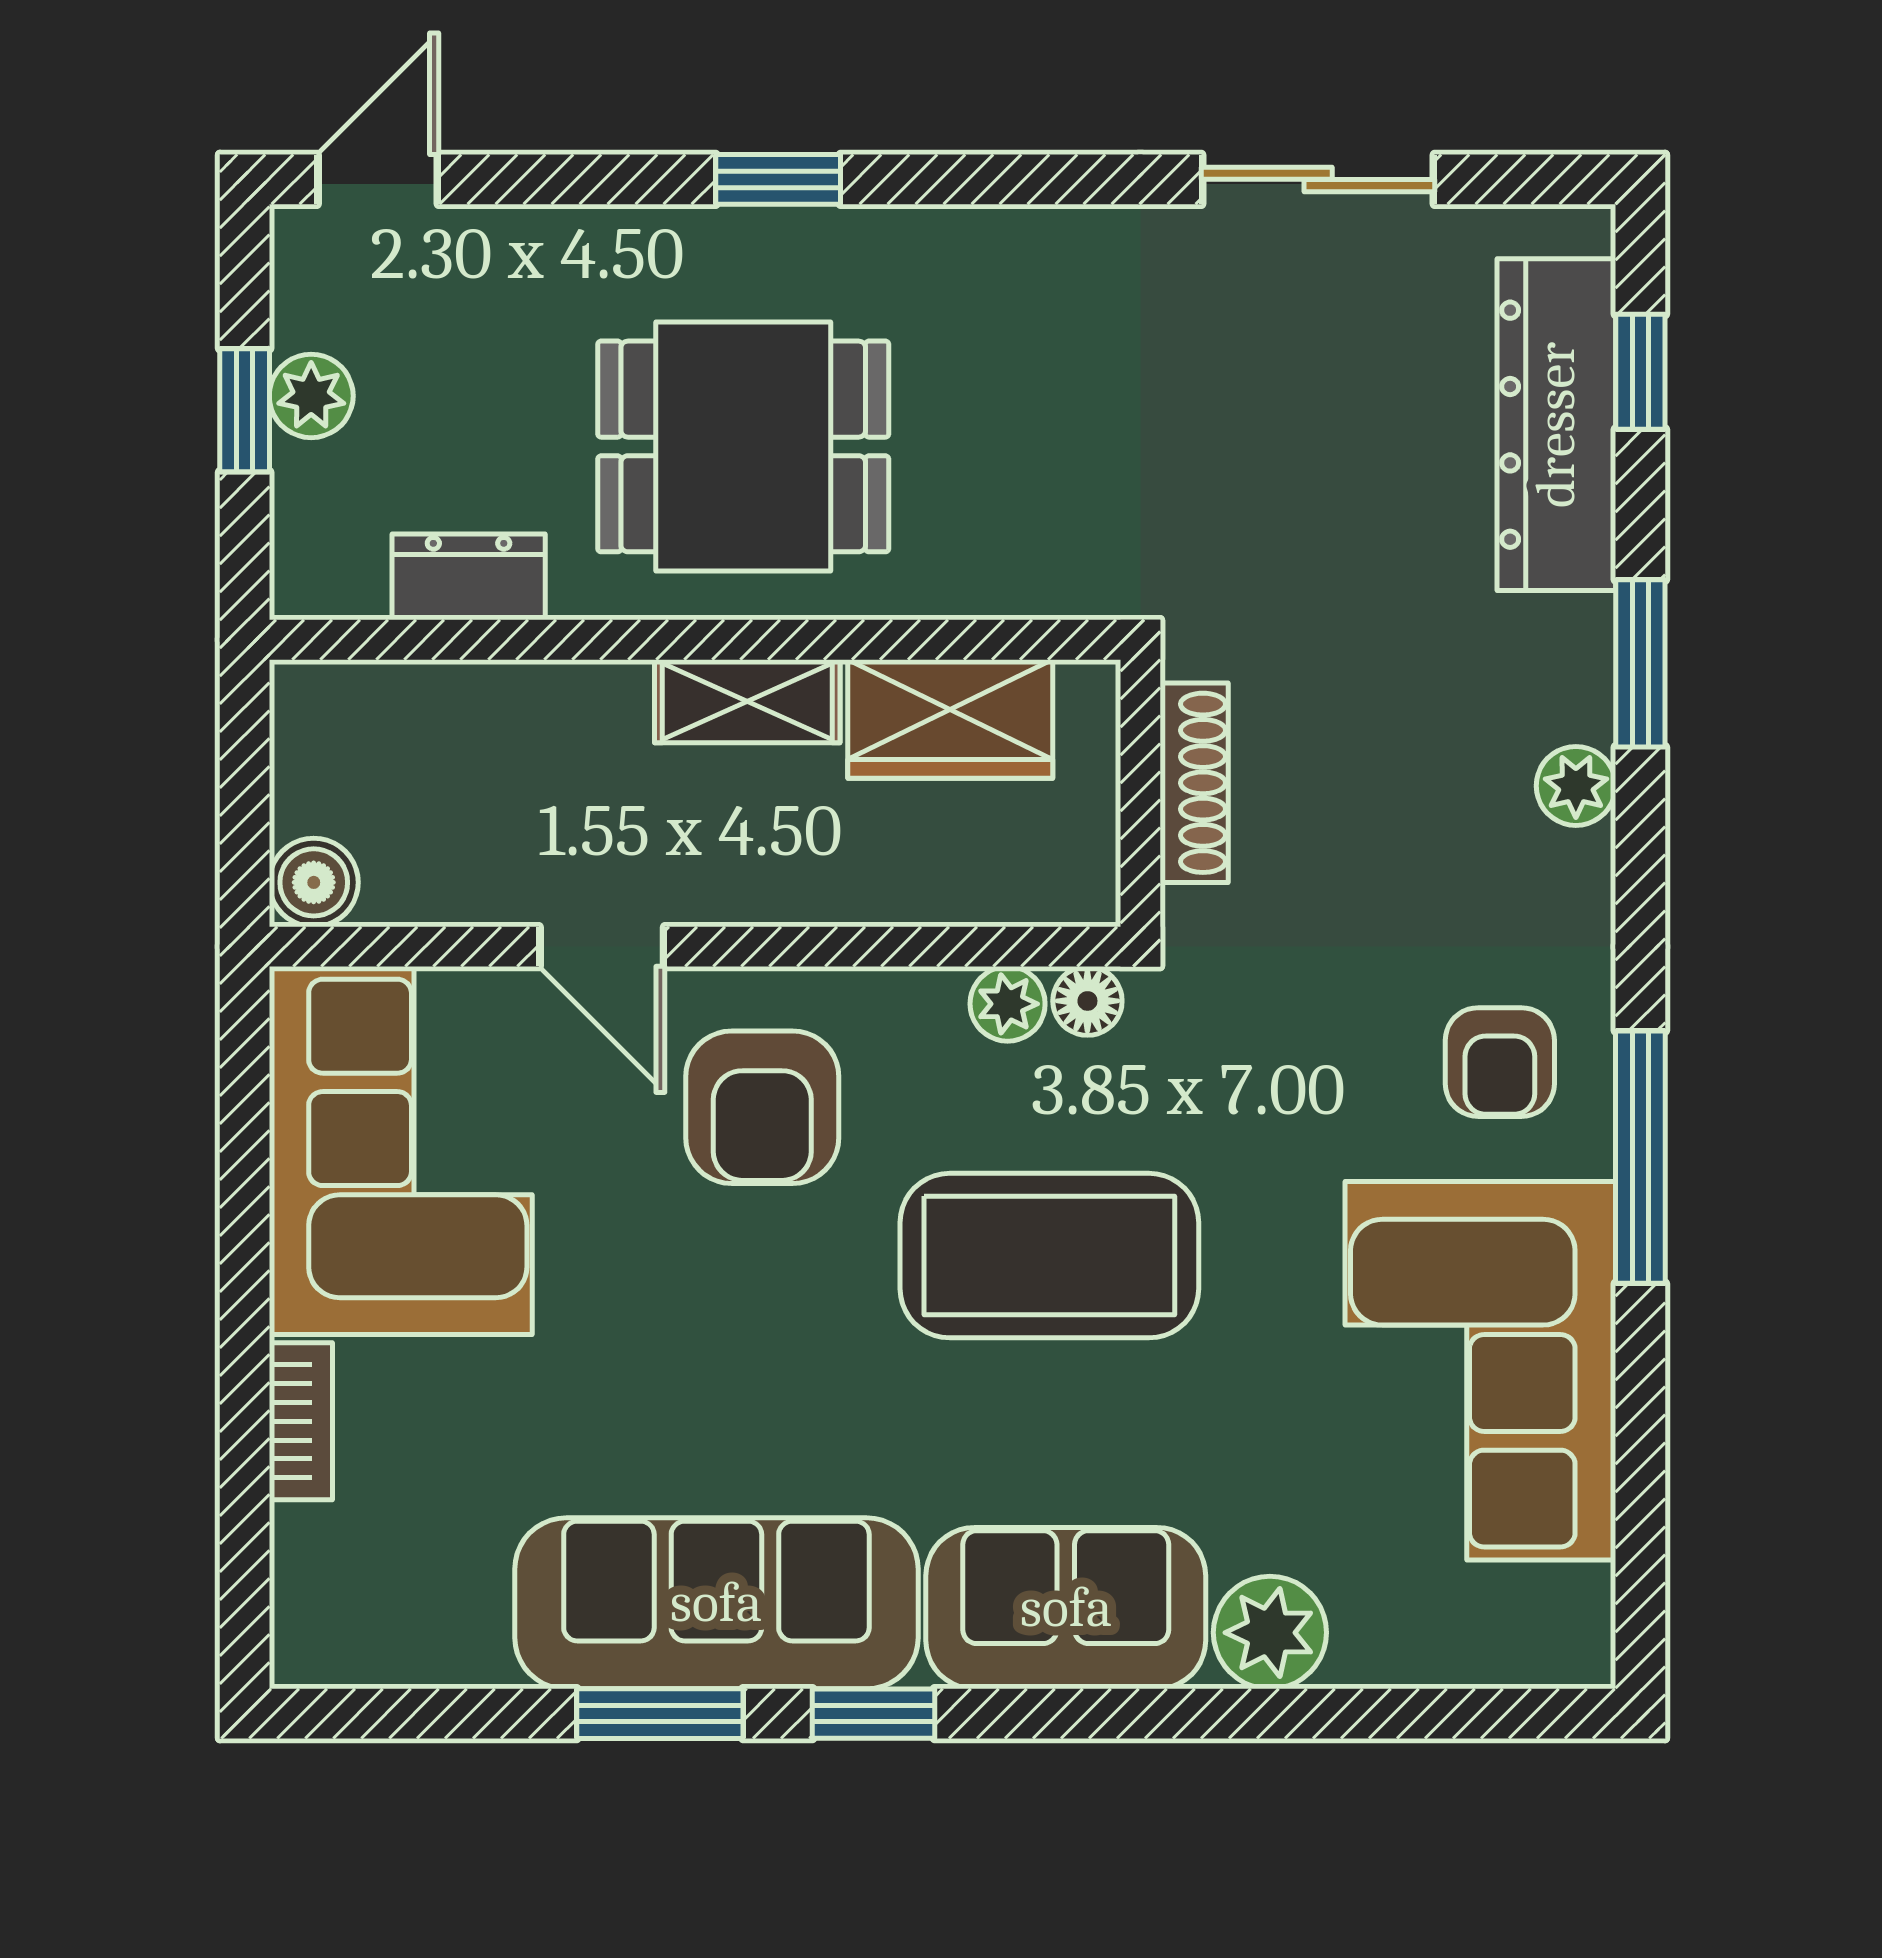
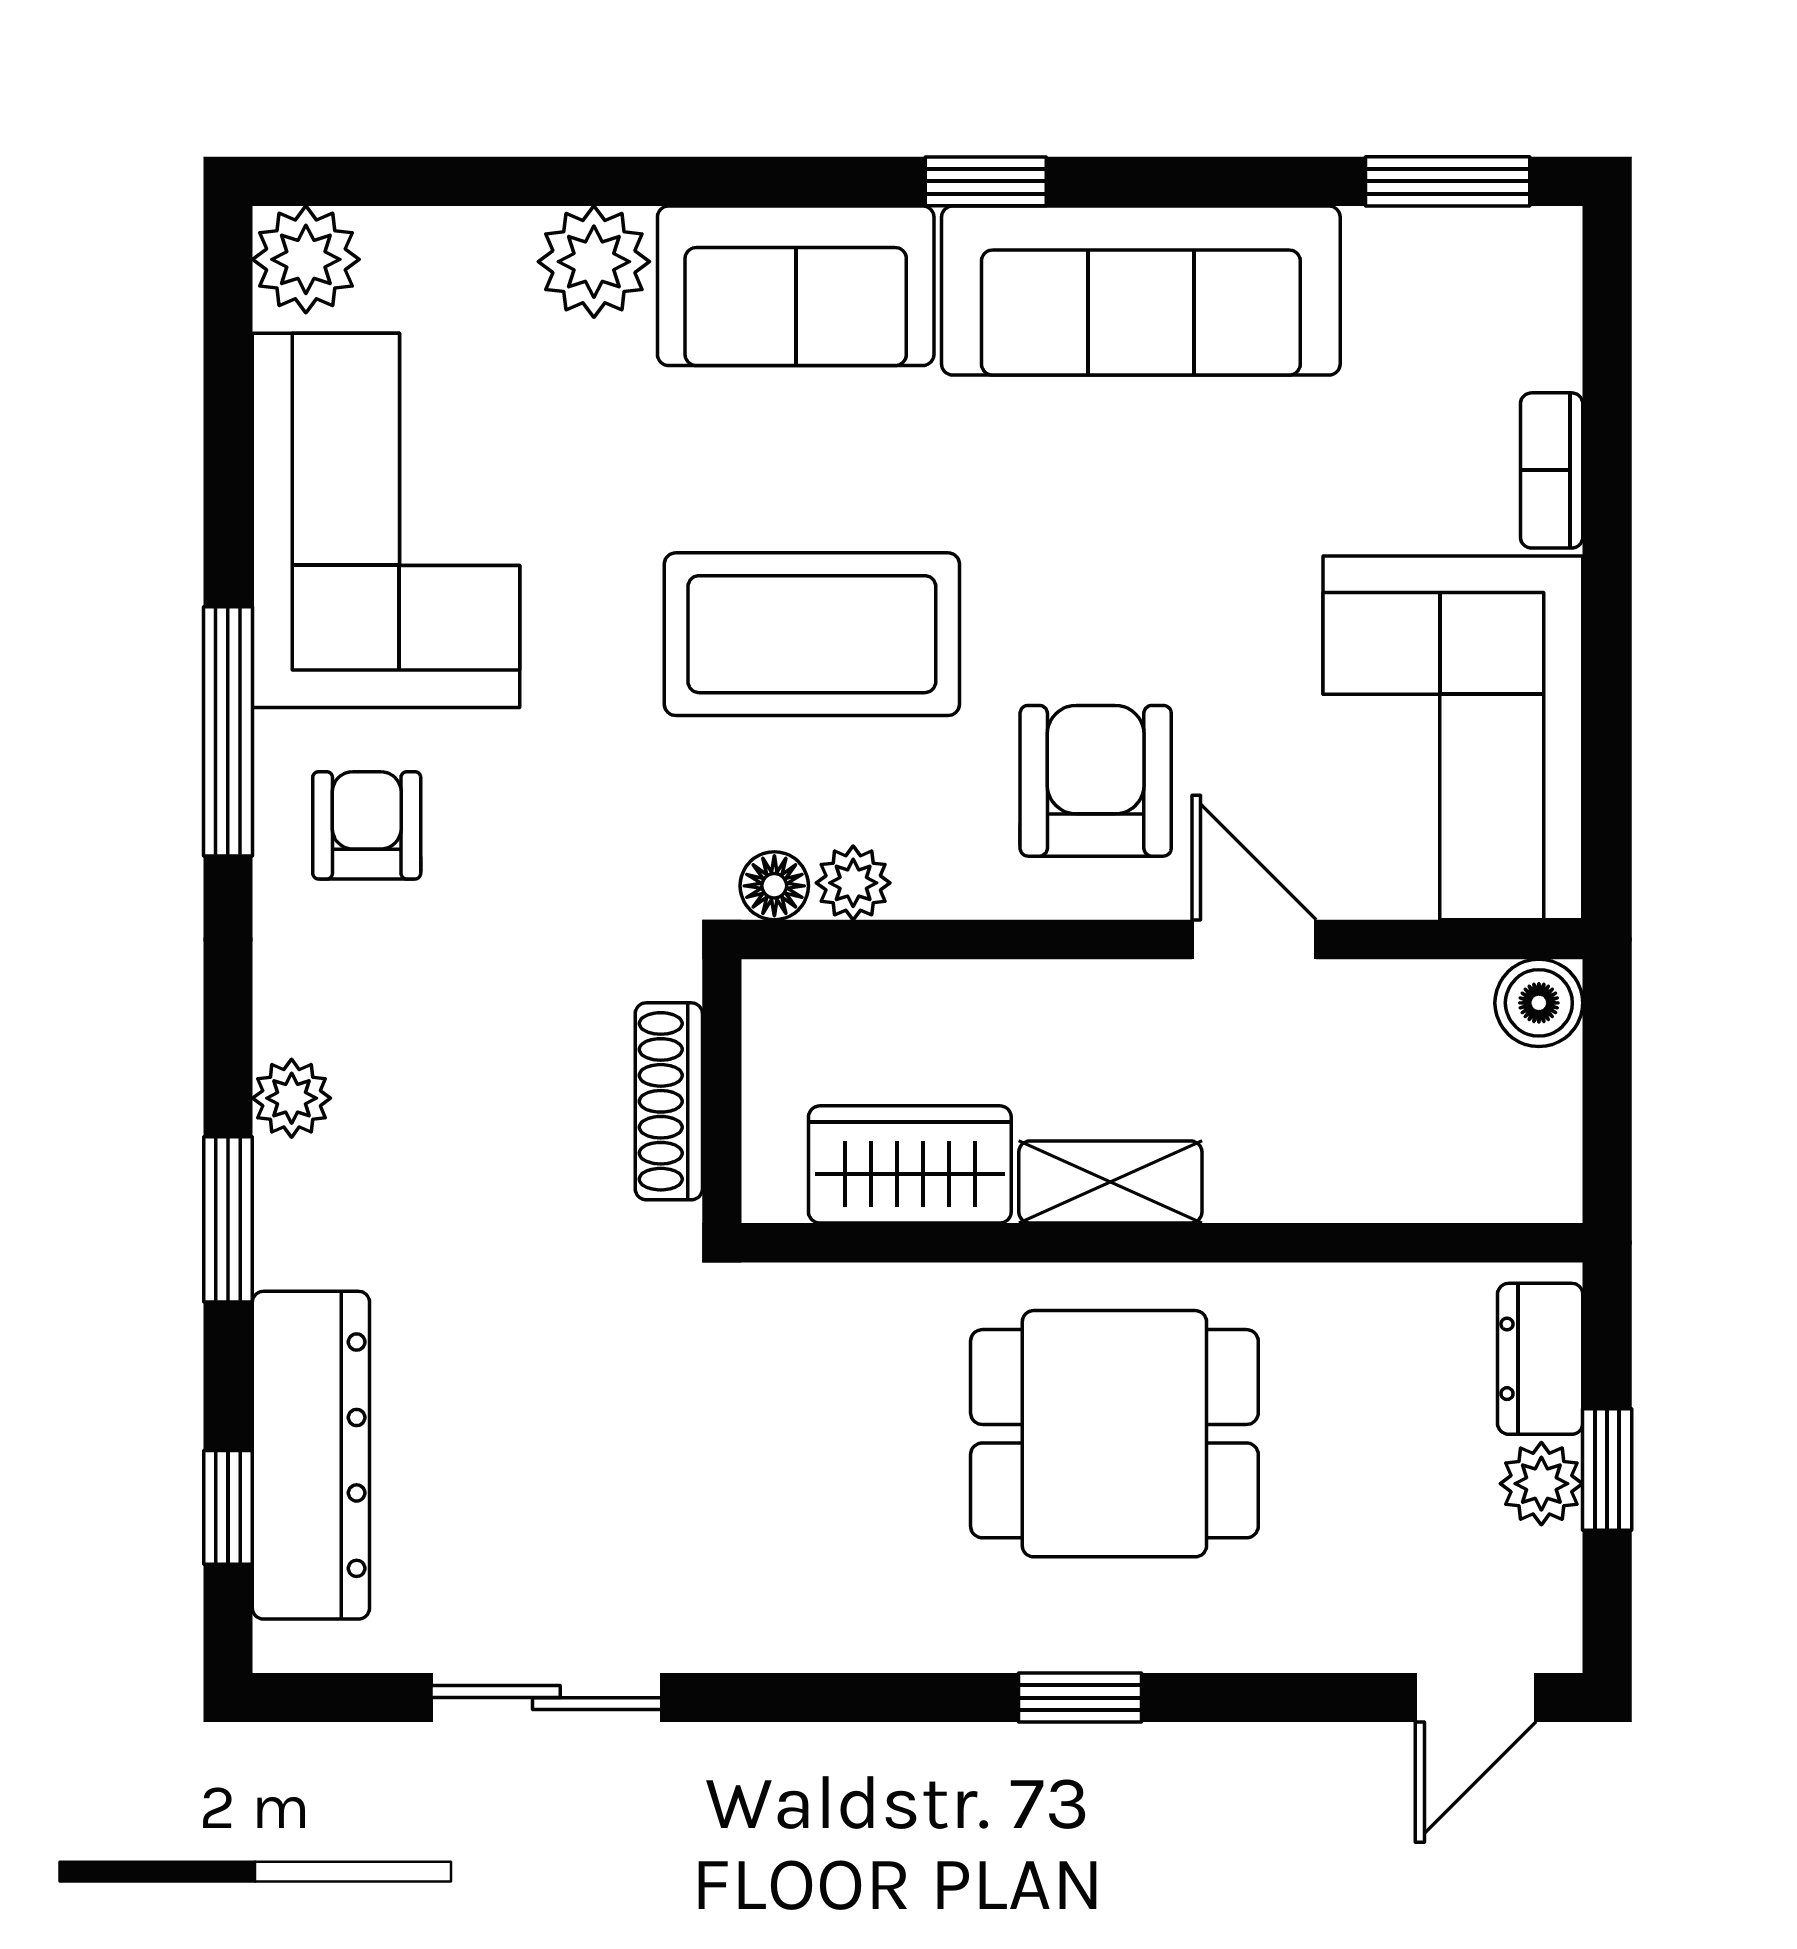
dresser: (469, 577) -> (1540, 1359), moved, turned 90
plant: (1561, 1635) -> (306, 259), added
window: (660, 1714) -> (1448, 181), moved

